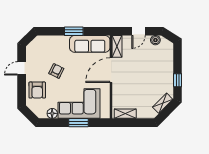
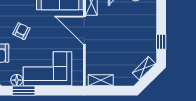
door: (111, 70) -> (84, 30), hinge flipped
window: (78, 123) -> (24, 91), moved

